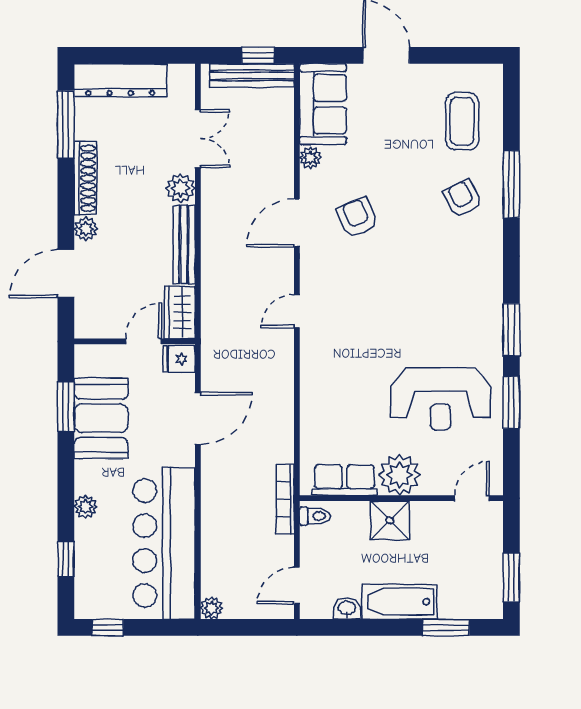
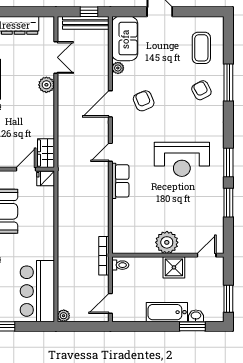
bench: (184, 244) -> (48, 116), removed
reception desk: (440, 399) -> (182, 159), moved
door: (198, 418) -> (56, 211), removed
row of seats: (345, 480) -> (120, 181), moved, turned 90
shower: (390, 520) -> (174, 267), moved
bar counter: (164, 543) -> (37, 291), width x0.73
washbasin: (347, 608) -> (196, 316), moved

